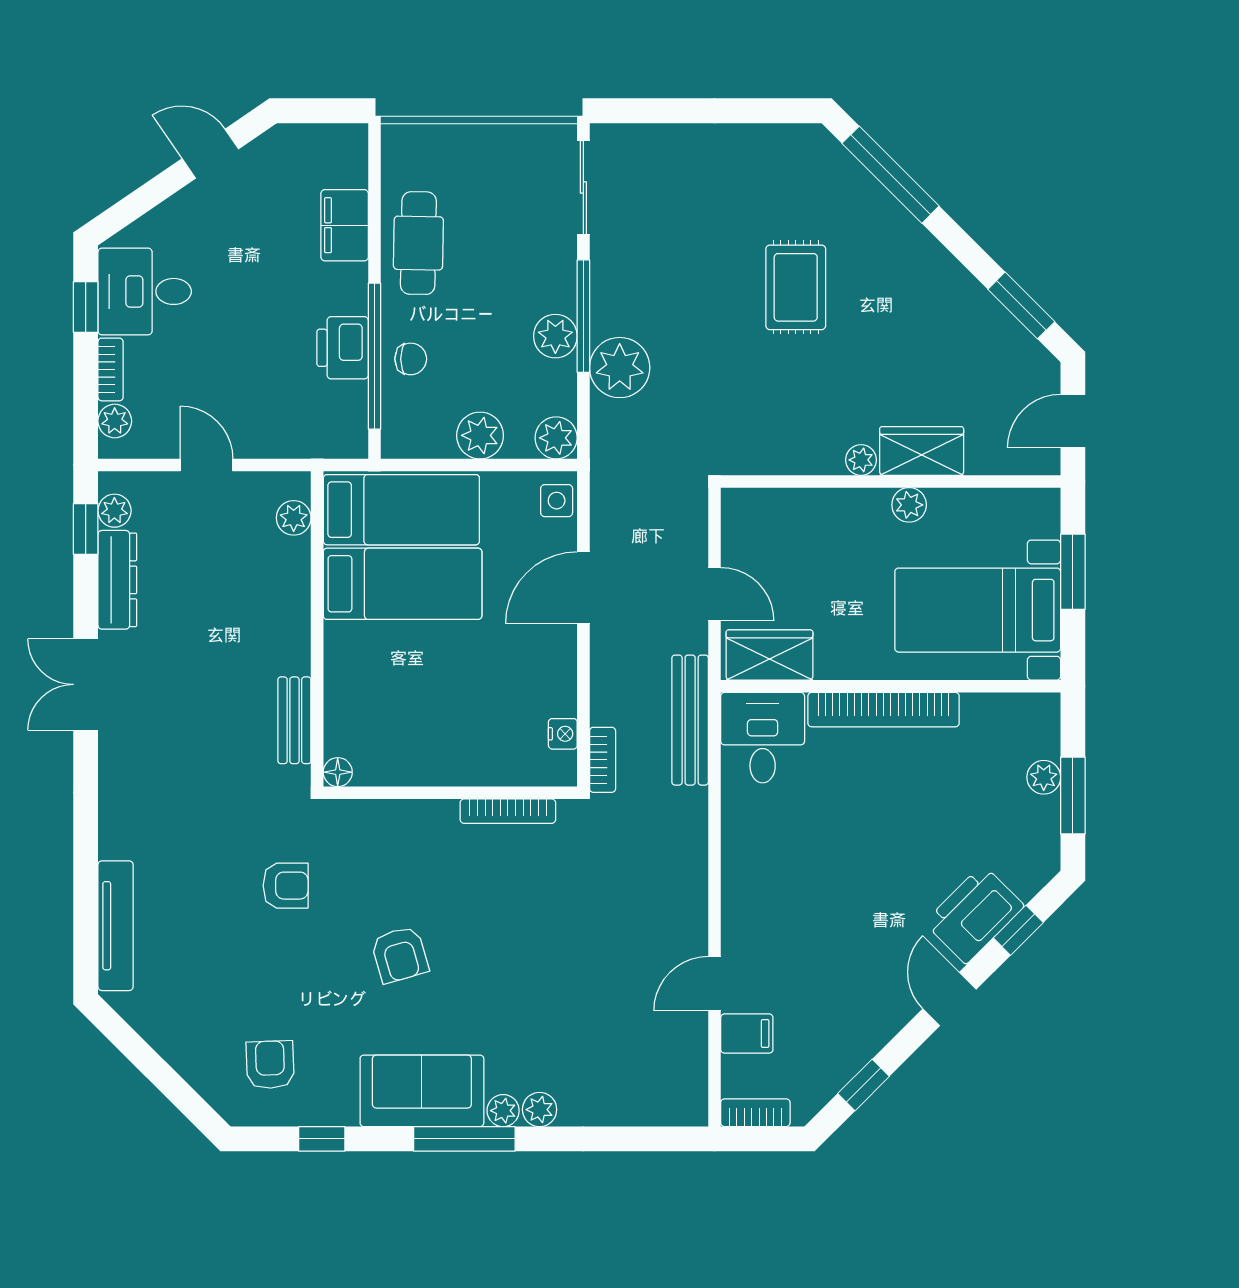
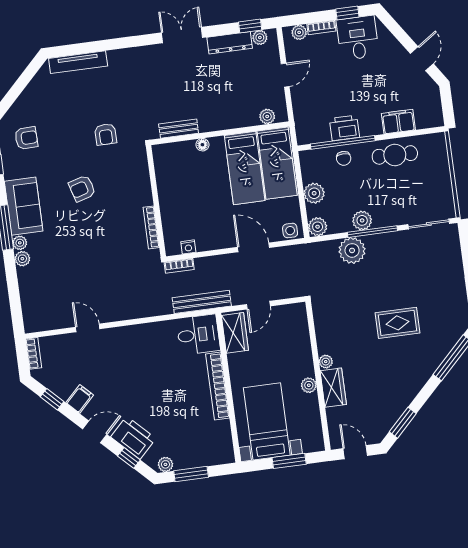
floor lamp: (338, 772) -> (202, 145), moved
plant: (1044, 777) -> (165, 464), moved
filing cabinet: (747, 1034) -> (80, 399), moved, turned -135

